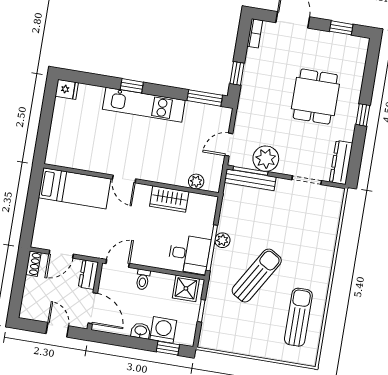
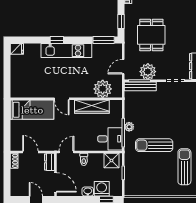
dining table: (315, 97) -> (151, 35), moved
plant: (196, 182) -> (103, 89), width x1.88, depth x1.88
wardrobe: (169, 199) -> (92, 107), width x1.50
door: (61, 254) -> (30, 152), swing flipped
sun lounger: (257, 276) -> (154, 145), turned -121

